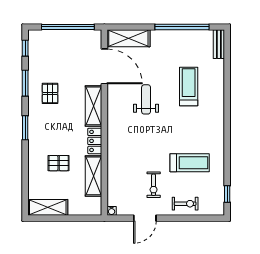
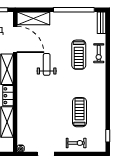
treadmill: (189, 87) -> (79, 55), turned 180
treadmill: (190, 163) -> (79, 112), turned -90
exercise bike: (154, 185) -> (99, 53), moved

